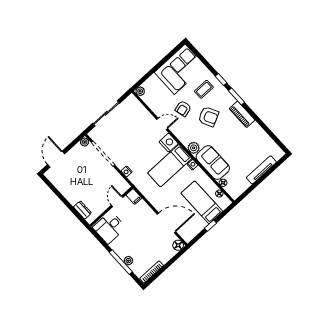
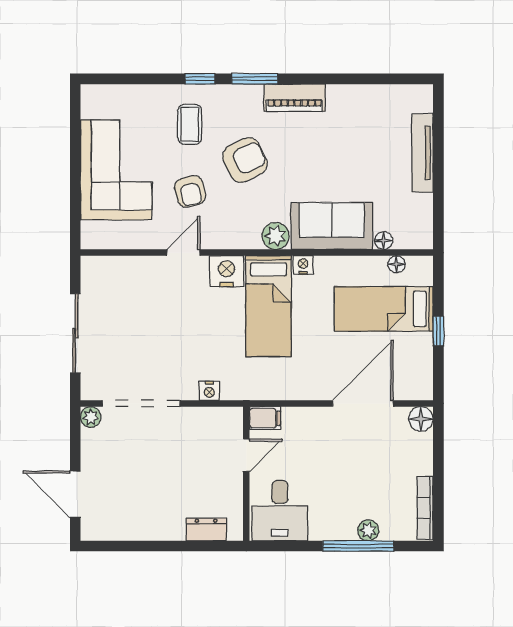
corner sofa: (180, 69) -> (116, 170), moved
plant: (140, 91) -> (91, 239), removed
door: (117, 201) -> (246, 455), swing flipped

